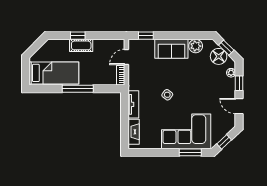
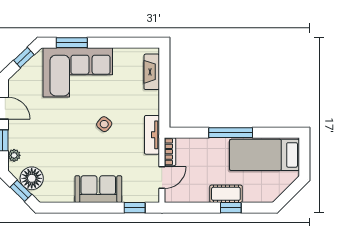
plant: (196, 46) -> (64, 193), removed
tv unit: (133, 104) -> (152, 135), moved

